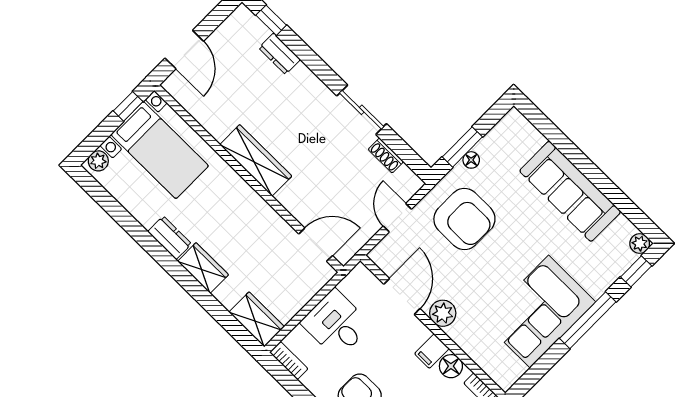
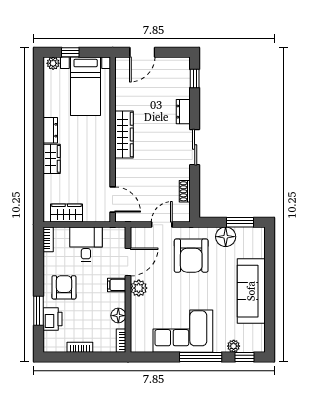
dresser: (280, 54) -> (183, 112), moved
window: (128, 106) -> (70, 52), moved
sliding door: (362, 110) -> (195, 147), moved
window: (462, 147) -> (240, 222), moved
floor lamp: (471, 160) -> (226, 237), width x1.89, depth x1.89
plant: (640, 244) -> (234, 346), moved
wardrobe: (257, 319) -> (66, 213), moved, turned -90
filing cabinet: (432, 351) -> (117, 285), moved

